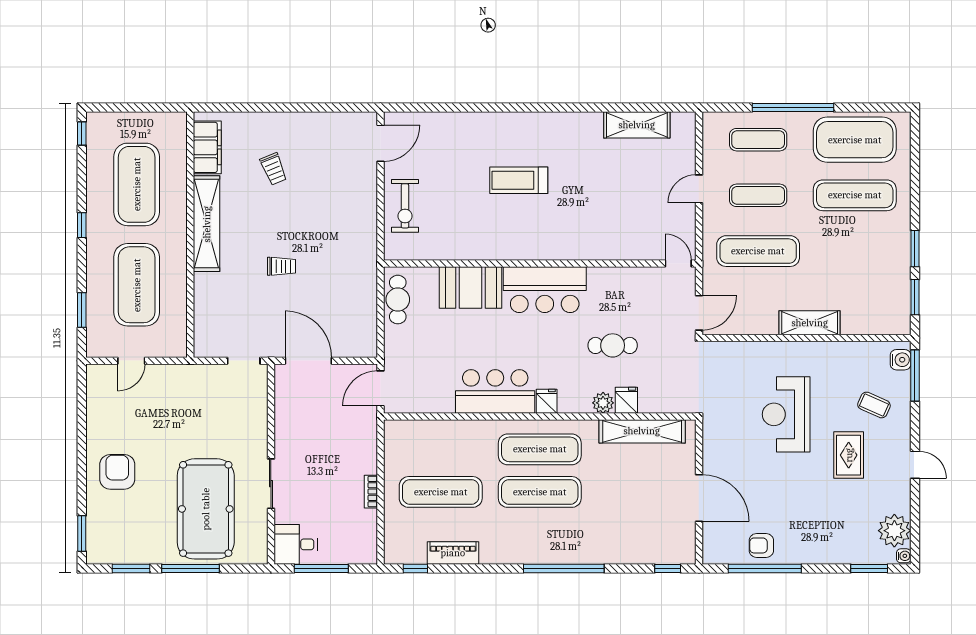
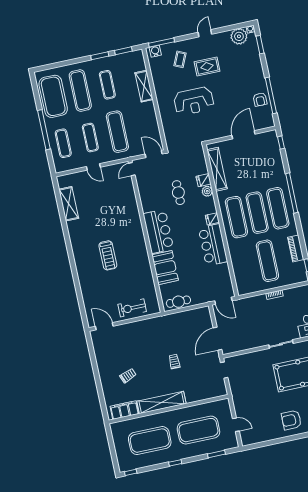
exercise bike: (405, 206) -> (132, 308), turned 180
exercise mat: (855, 251) -> (107, 85), added
shelving: (810, 323) -> (144, 86), moved
exercise mat: (540, 535) -> (278, 208), added

